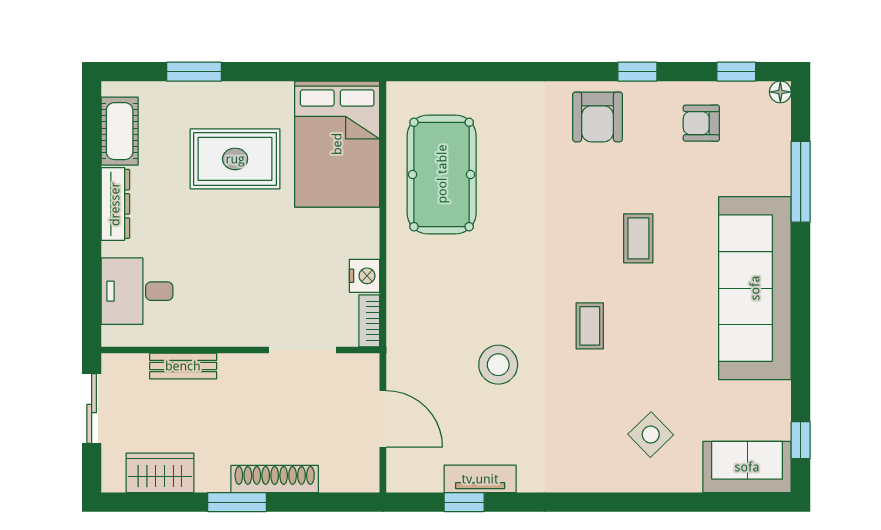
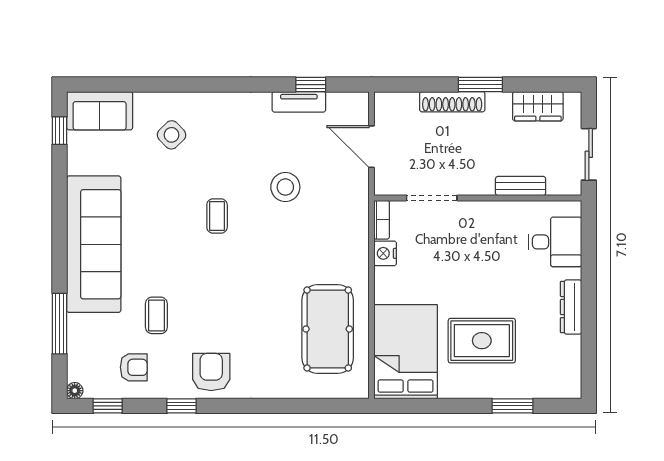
cot: (120, 131) -> (568, 361), removed
coffee table: (638, 238) -> (156, 315), moved

